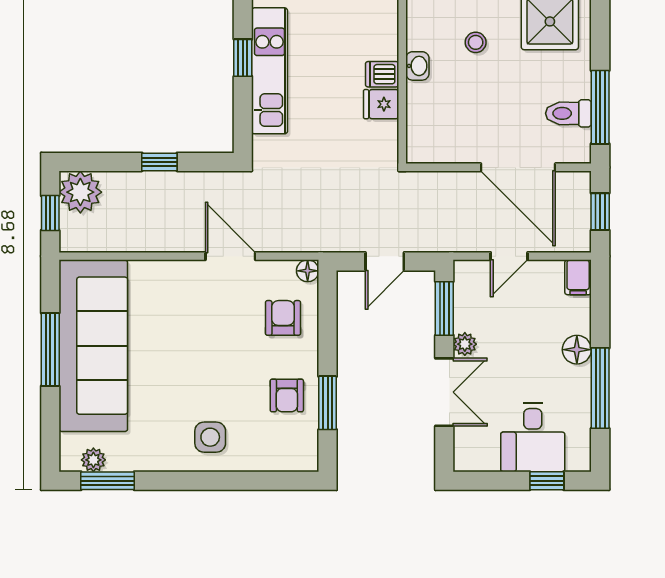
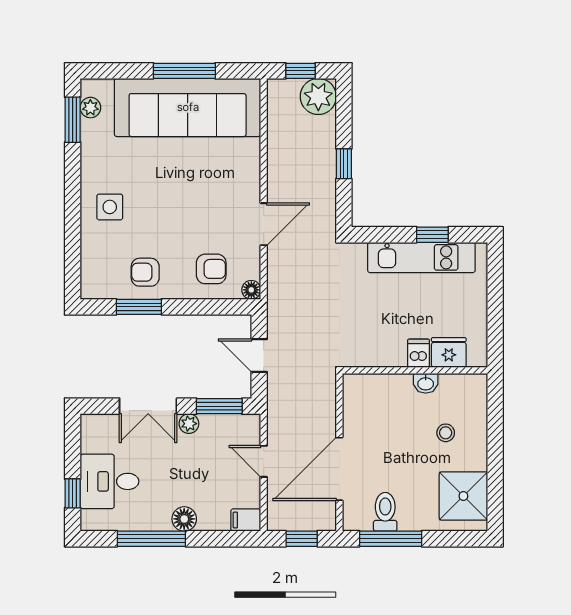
fridge: (381, 104) -> (449, 352), moved, width x1.38

